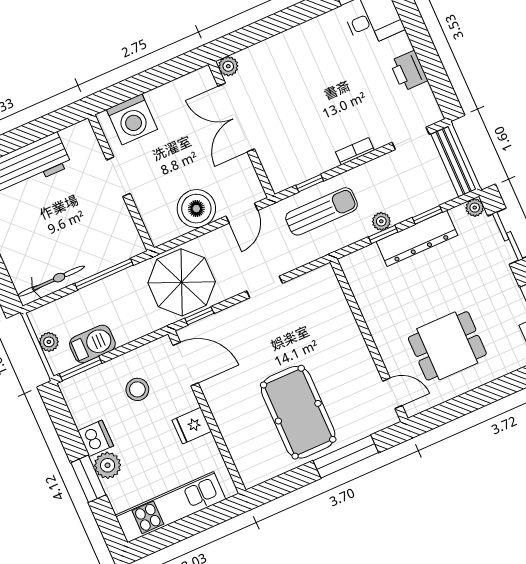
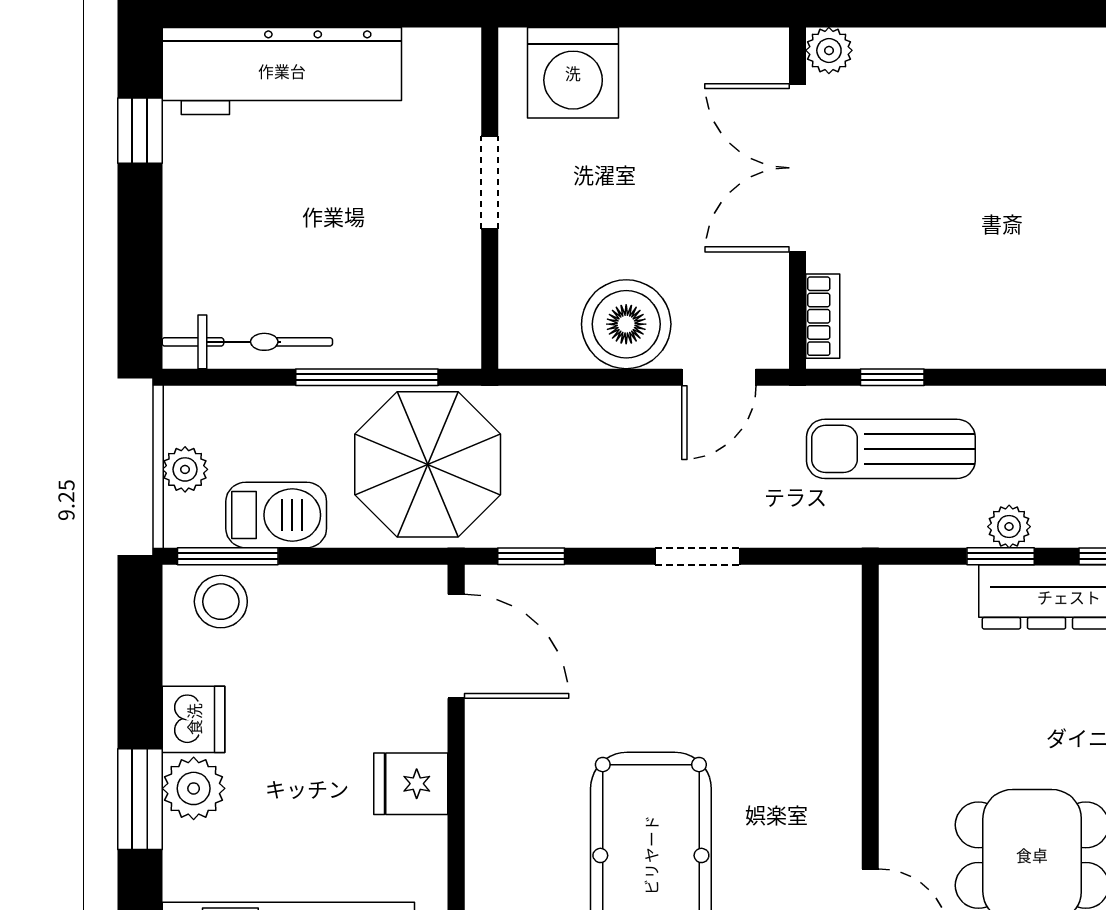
bookcase: (355, 151) -> (823, 316), moved, turned 90
sun lounger: (322, 211) -> (891, 449), turned 180
parasol: (182, 282) -> (428, 464), moved
stool: (137, 389) -> (221, 602), moved

